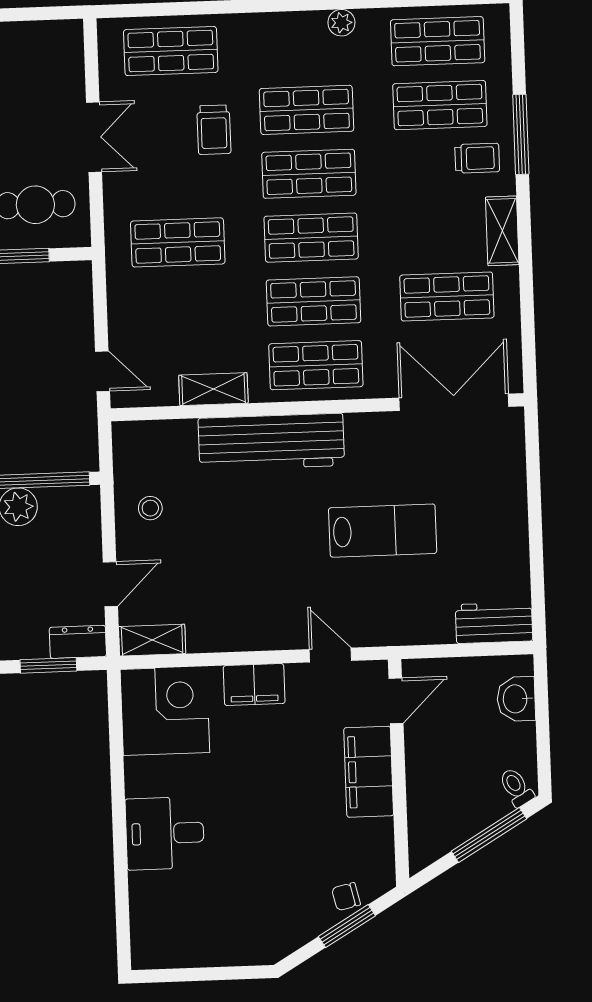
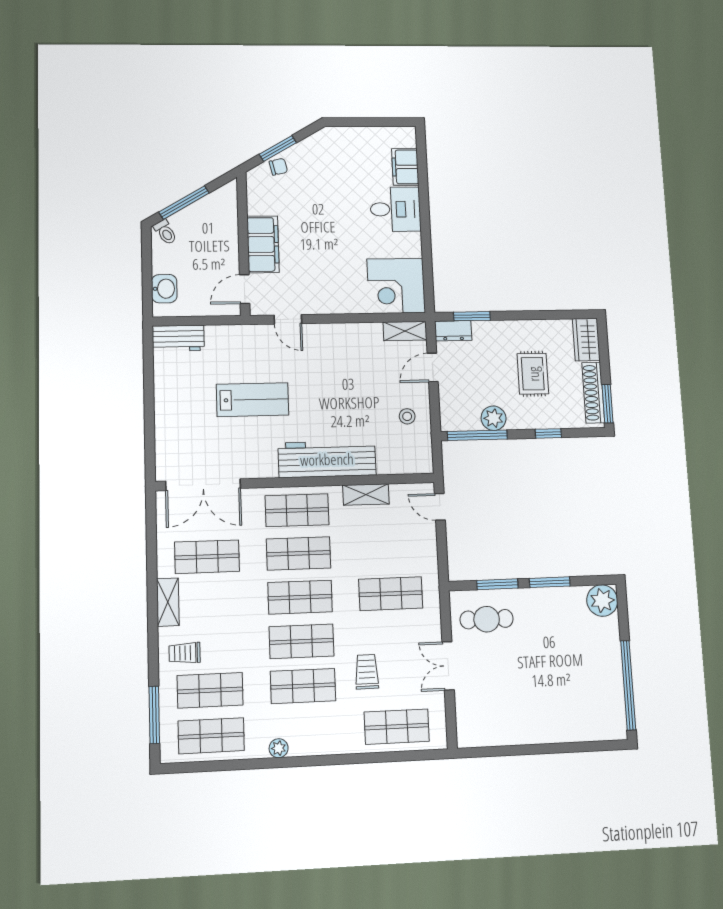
window: (521, 134) -> (154, 715), moved
lab bench: (383, 531) -> (253, 400), turned 180
filing cabinet: (254, 685) -> (405, 167), moved, turned -90

